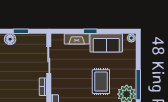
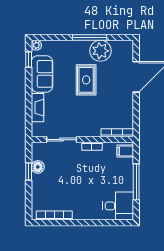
window: (90, 31) -> (29, 60), moved
floor lamp: (10, 39) -> (38, 167), moved
rug: (101, 82) -> (86, 80), turned 90

